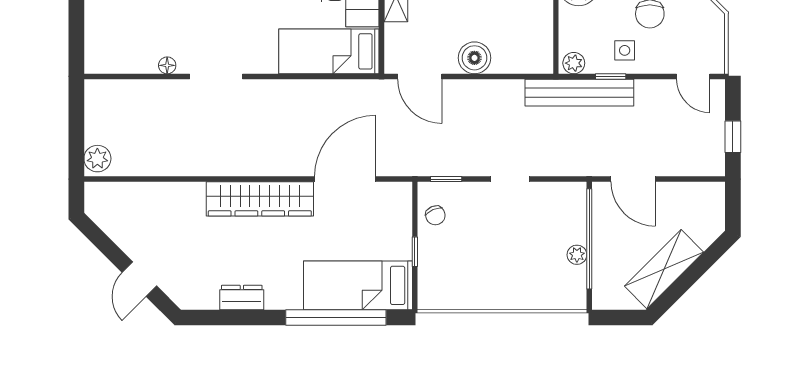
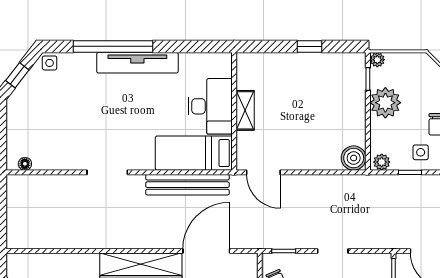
boiler: (474, 58) -> (354, 158), moved
floor lamp: (167, 65) -> (25, 164), moved
bench: (579, 93) -> (187, 185), moved
plant: (97, 159) -> (16, 235), removed

